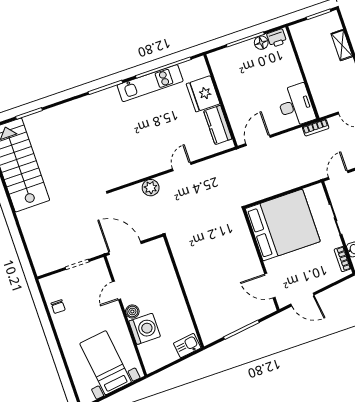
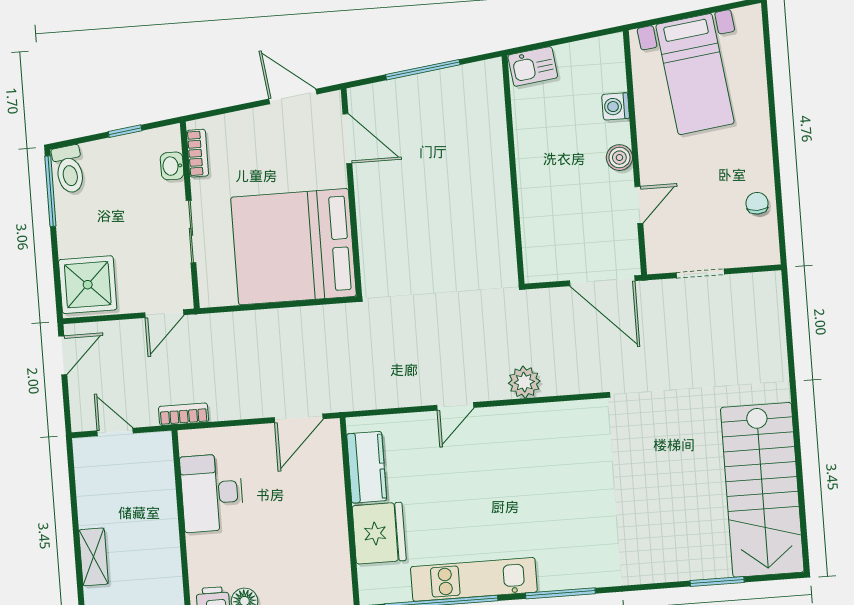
desk: (296, 105) -> (212, 493), moved
washing machine: (145, 329) -> (616, 106), width x0.53, depth x0.53

